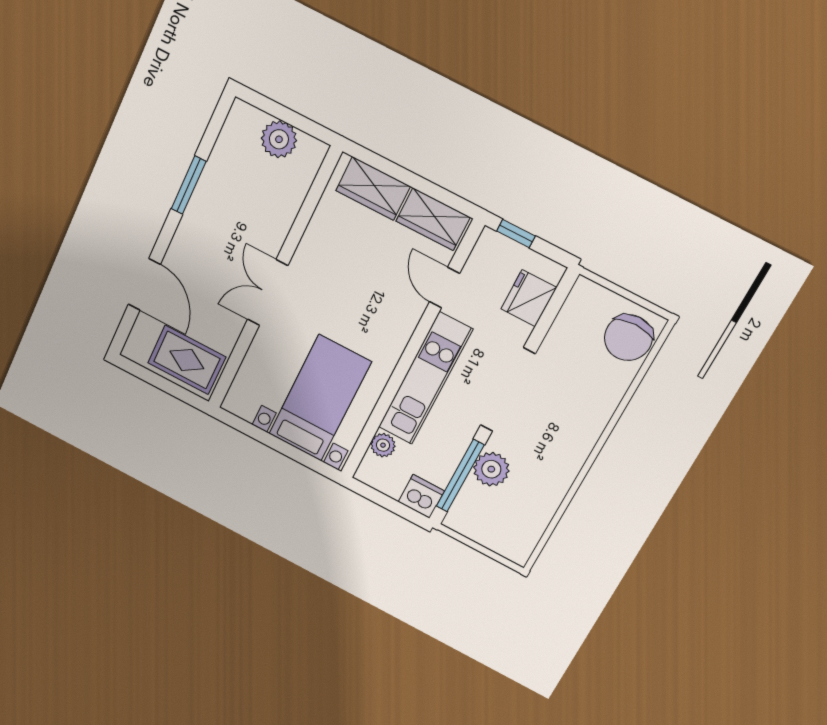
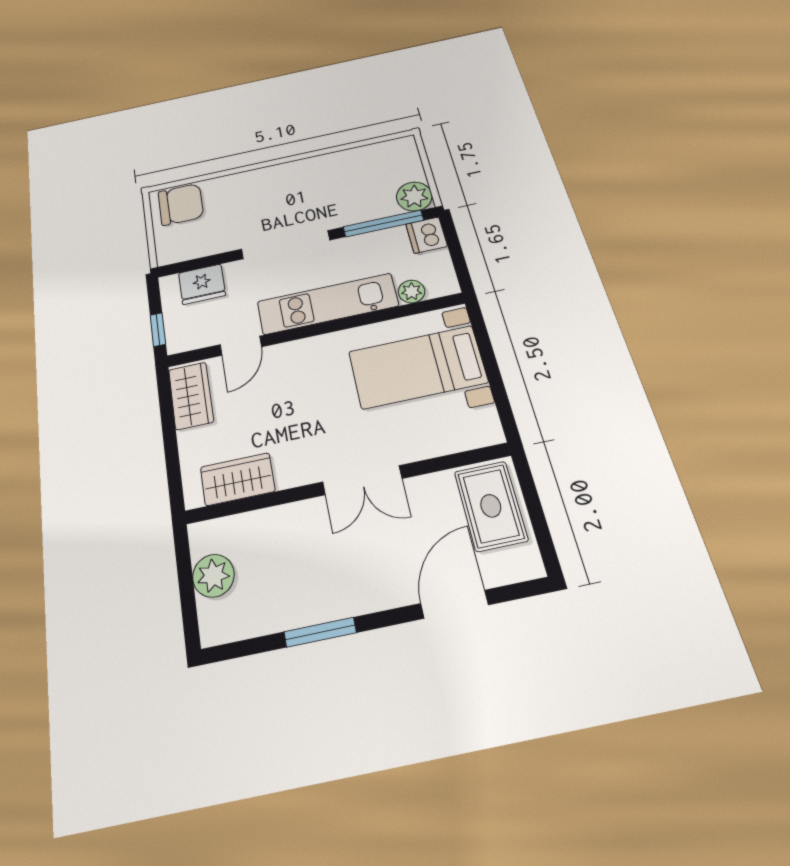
wardrobe: (373, 188) -> (238, 479), moved, turned -90
plant: (491, 469) -> (414, 196), moved

